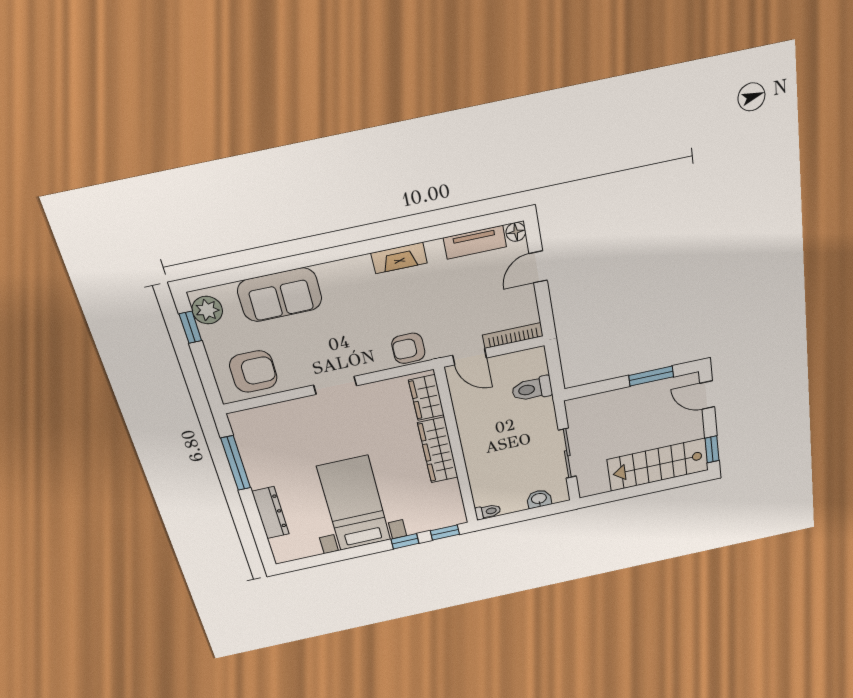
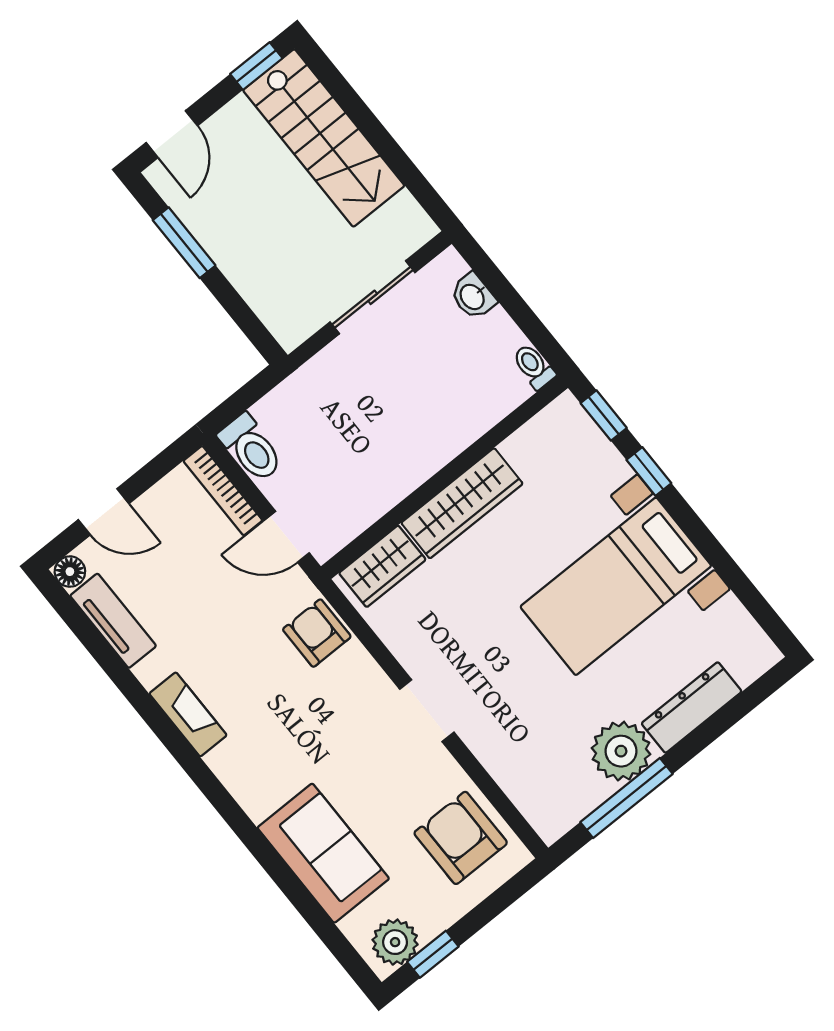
armchair: (408, 348) -> (317, 633), turned 180
door: (470, 357) -> (287, 537), swing flipped
toilet: (532, 389) -> (251, 448), moved
plant: (263, 471) -> (621, 751), added

